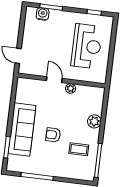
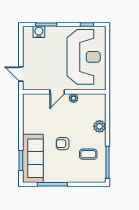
reception desk: (87, 46) -> (84, 57), width x1.36, depth x1.30
door: (54, 80) -> (57, 92), swing flipped
sofa: (22, 129) -> (33, 158), moved

